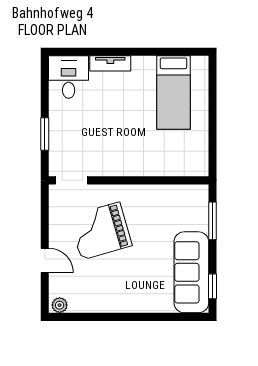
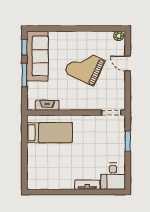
bed: (173, 92) -> (49, 133), moved, turned 90
fireplace: (176, 192) -> (47, 105), added
window: (213, 221) -> (24, 75), moved
grand piano: (100, 231) -> (85, 67), moved, turned -139

